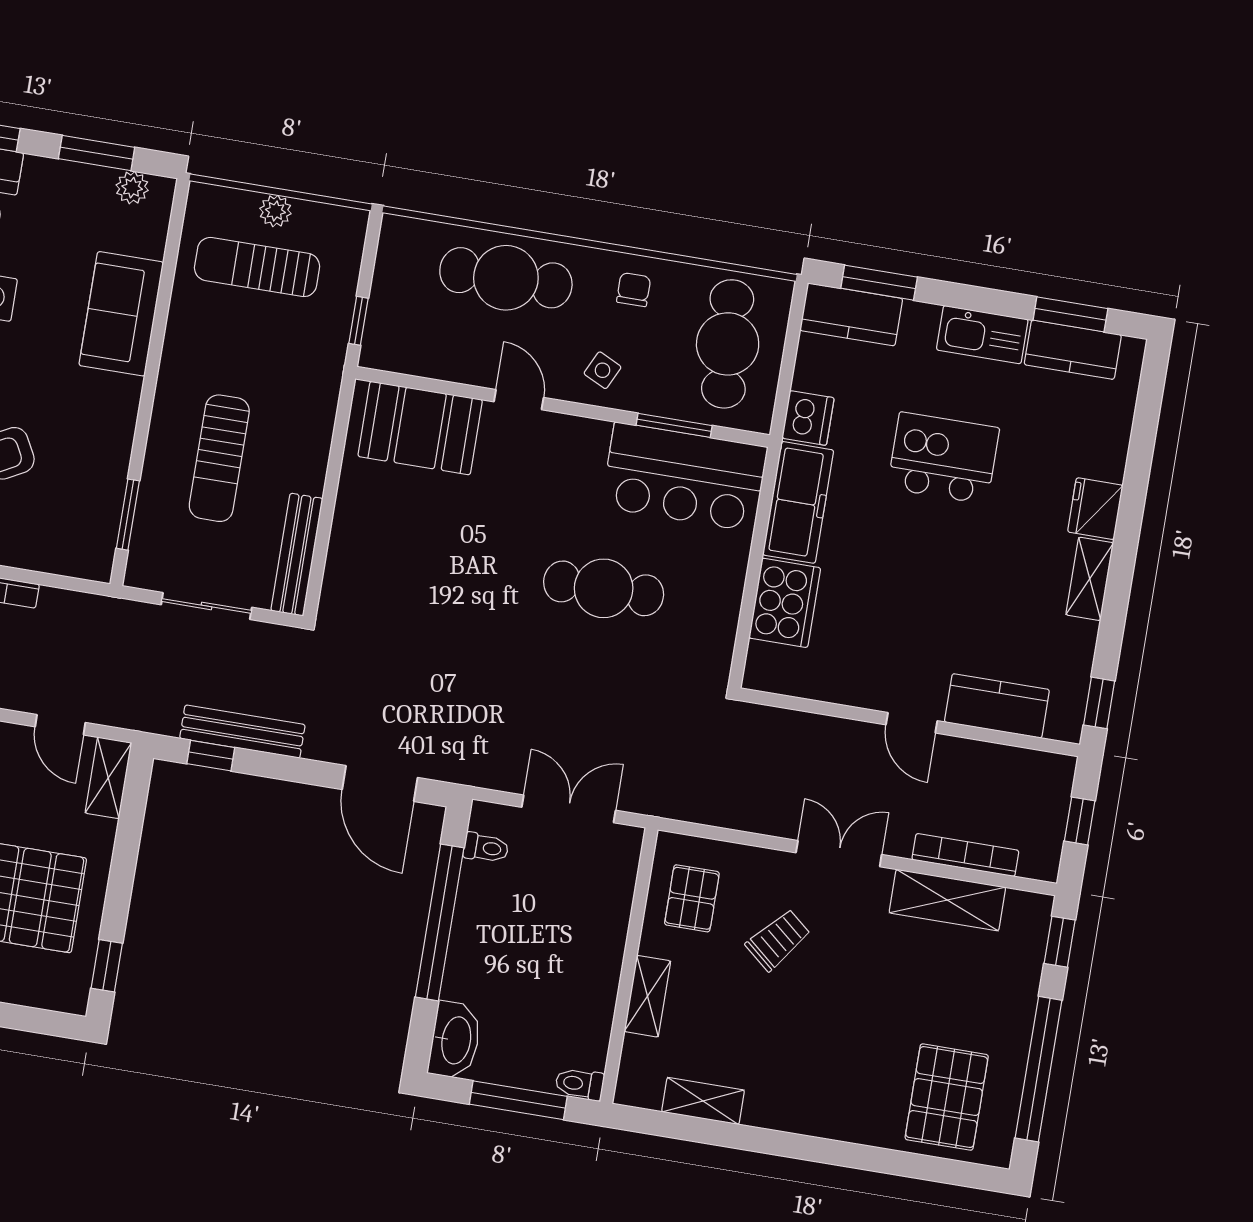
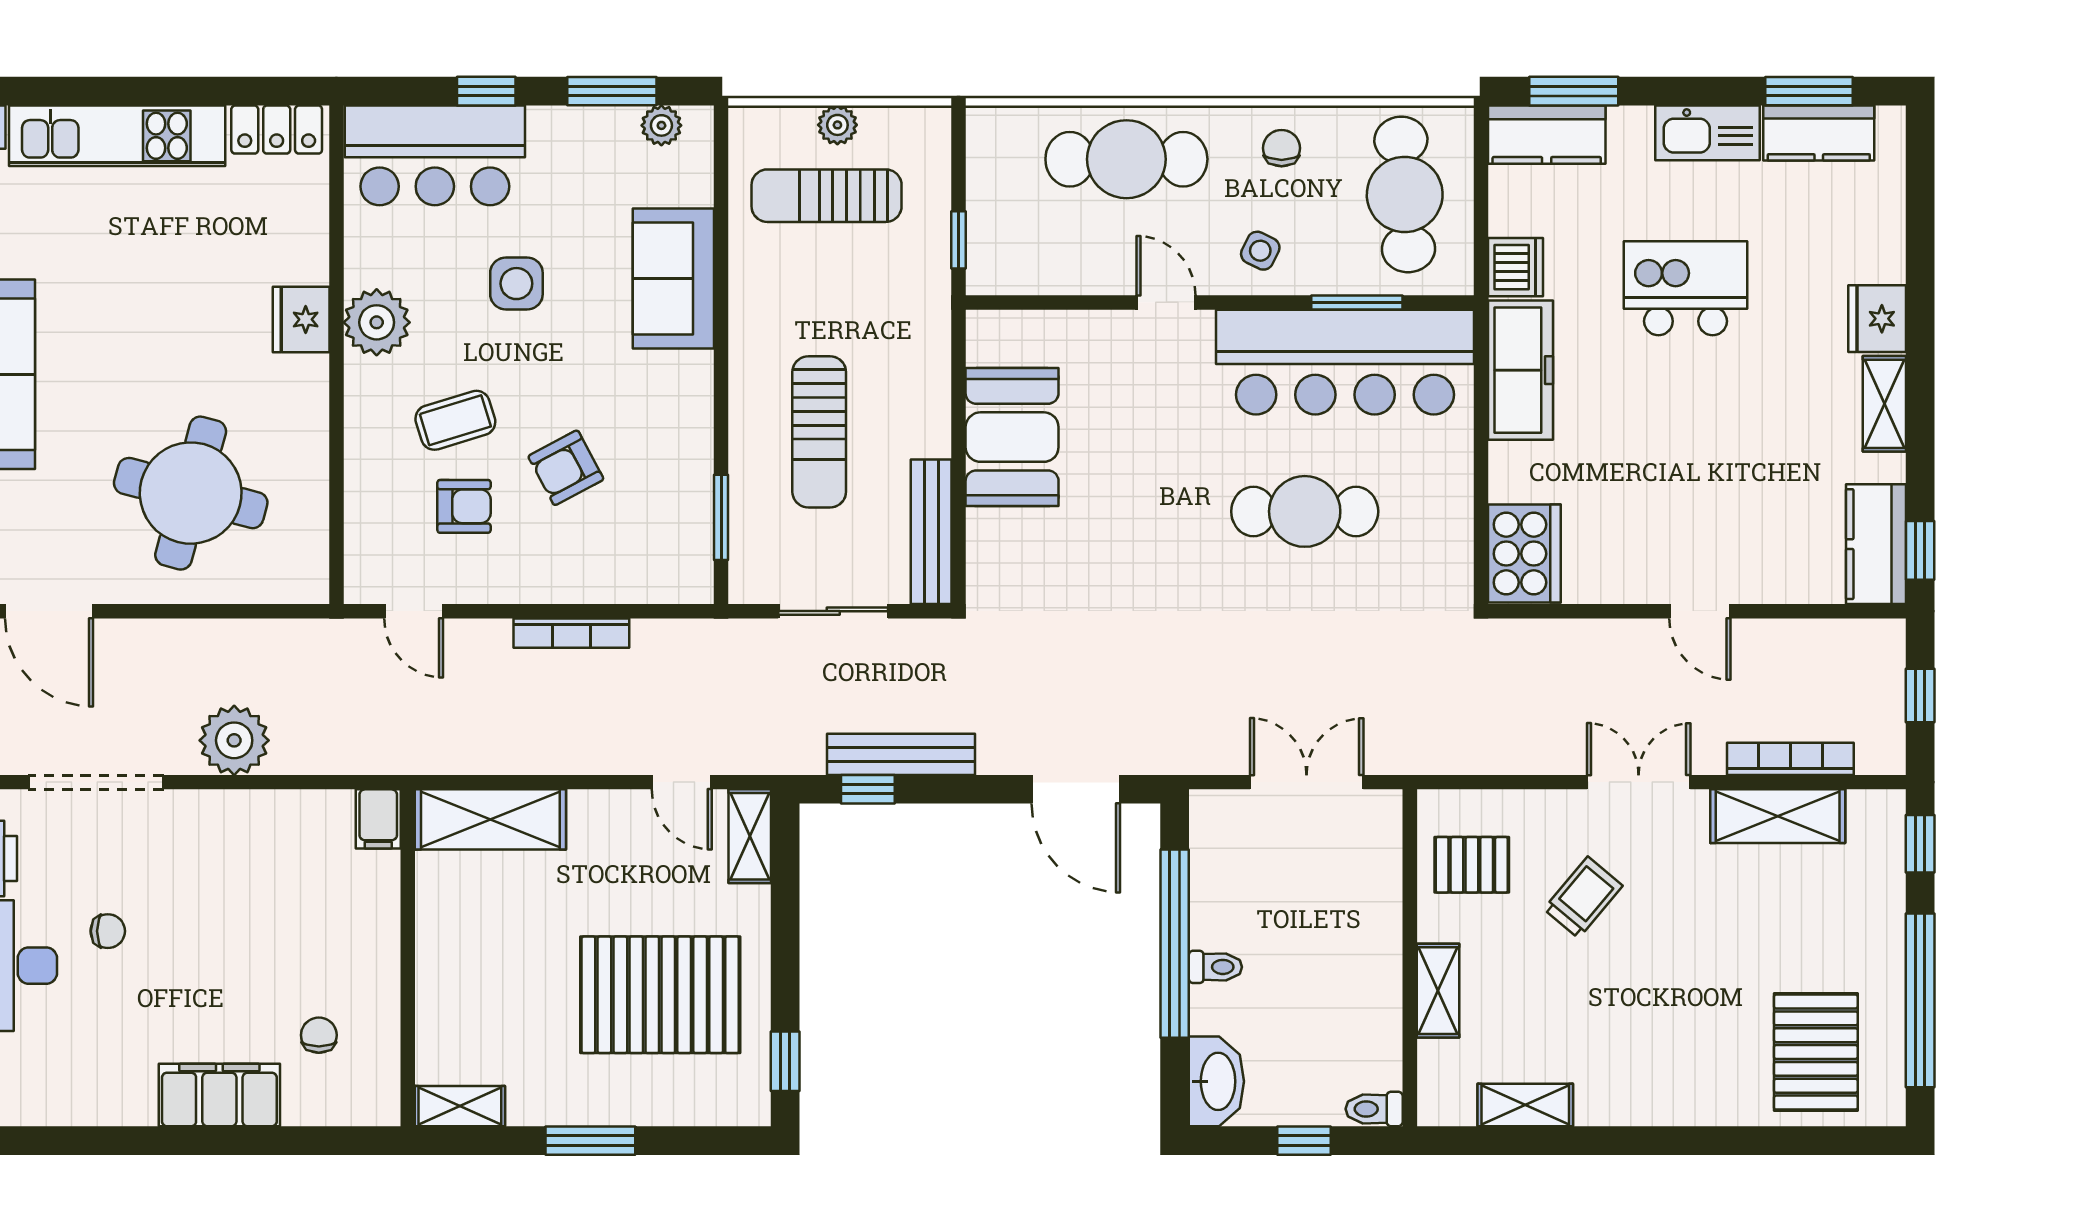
booth: (420, 428) -> (1012, 437), moved, turned 90
bar counter: (684, 477) -> (1345, 362), width x1.36
cooker: (785, 603) -> (1524, 554), moved
kitchen counter: (997, 706) -> (1876, 544), moved, turned -90
toilet: (486, 848) -> (1215, 967), moved
pallet: (692, 898) -> (1472, 865), turned 90
window: (518, 1100) -> (1304, 1141), width x0.46

